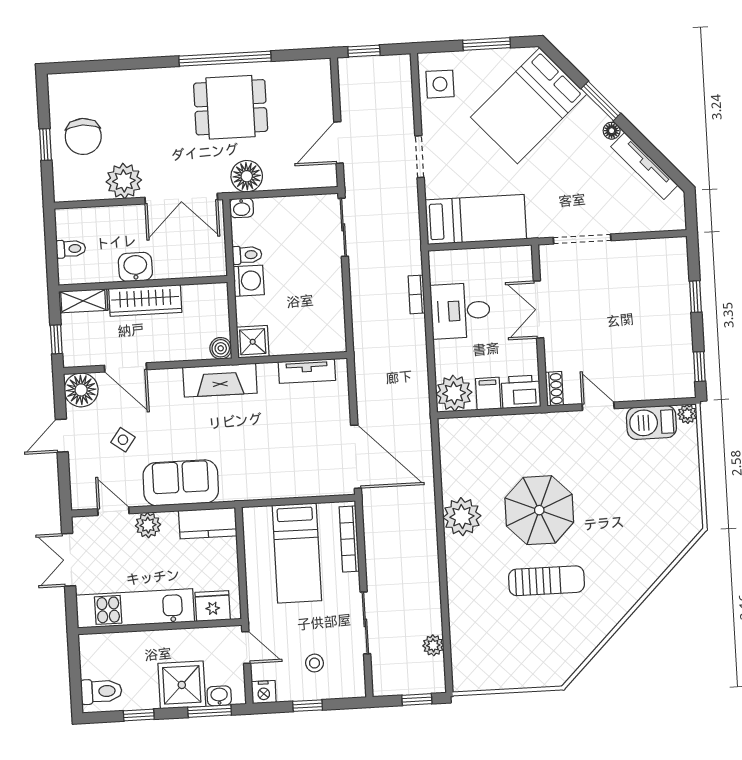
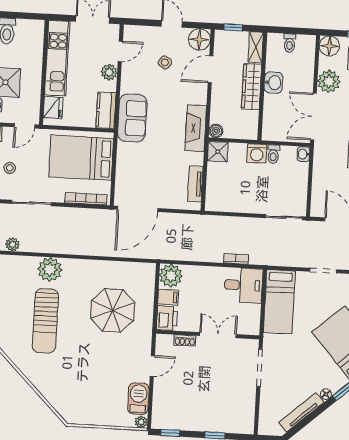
floor lamp: (247, 176) -> (329, 46), moved
desk: (460, 311) -> (244, 285), moved, turned 90
shoe rack: (554, 389) -> (185, 340), moved
sofa: (181, 483) -> (132, 118), moved
parasol: (539, 510) -> (113, 310), moved
plant: (462, 517) -> (50, 269), moved
bed: (297, 553) -> (81, 158), width x1.50
sun lounger: (546, 581) -> (45, 321), width x1.36, depth x1.34

